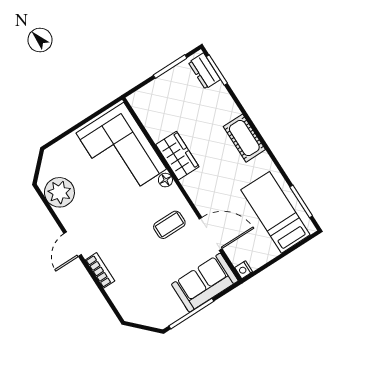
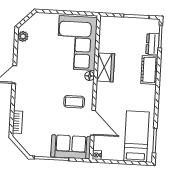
dresser: (204, 71) -> (153, 44), moved
cot: (244, 138) -> (149, 70), moved
plant: (59, 192) -> (23, 36), width x0.53, depth x0.53
bookcase: (100, 270) -> (18, 122), moved

